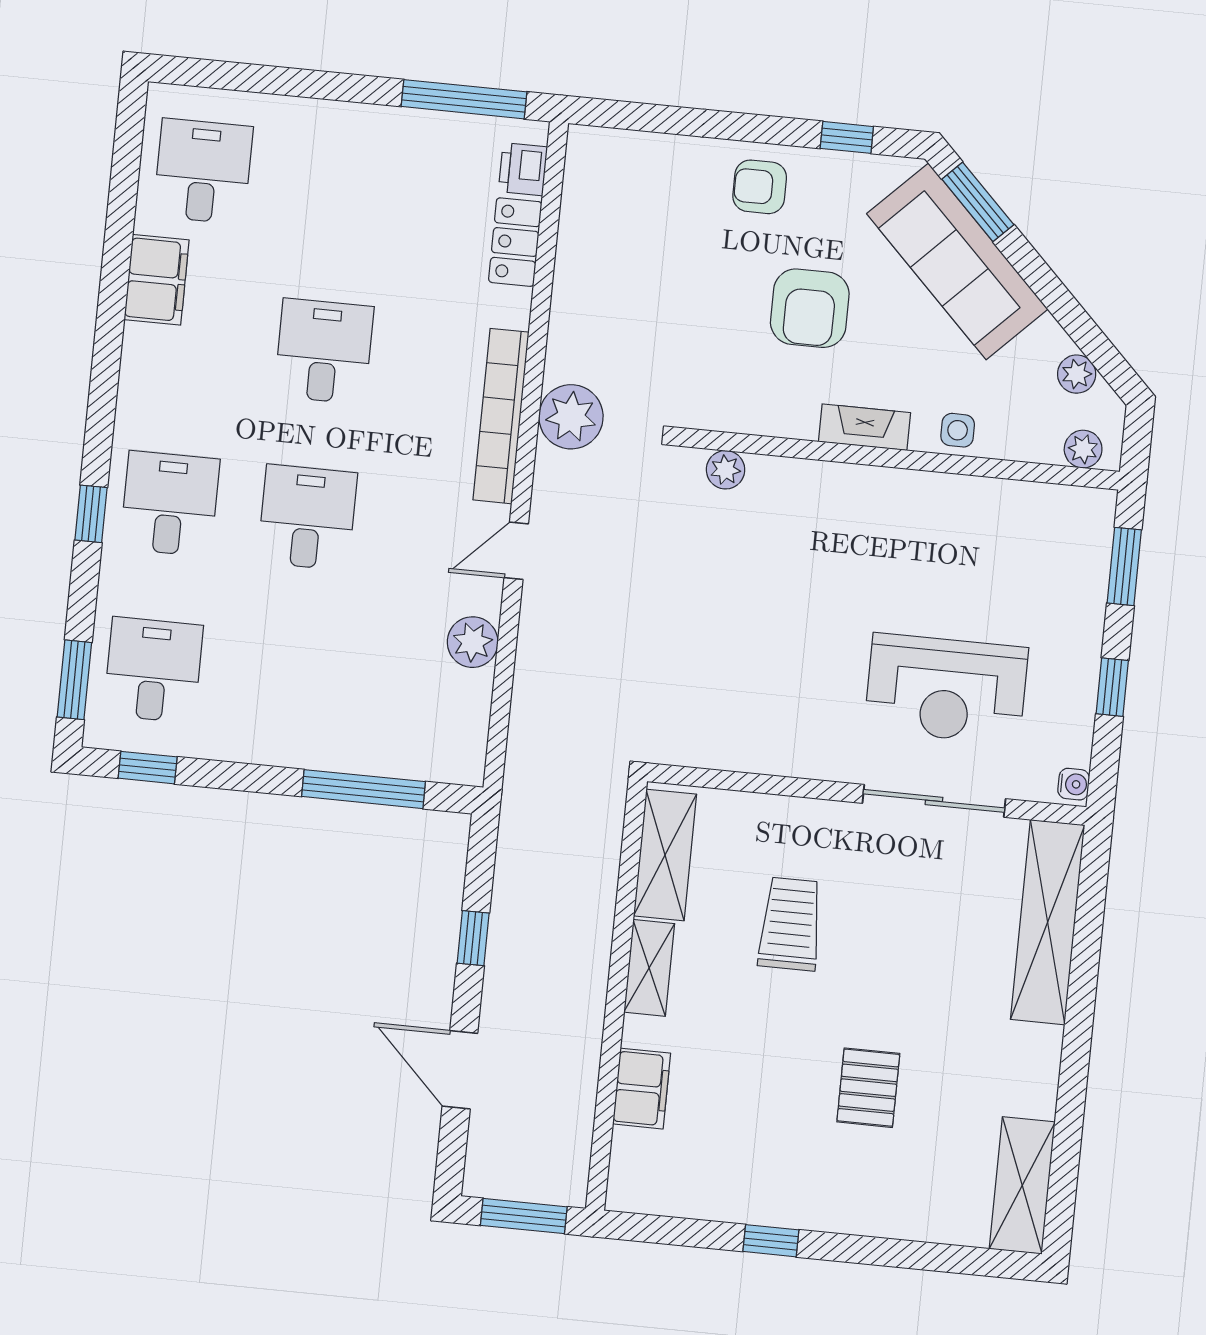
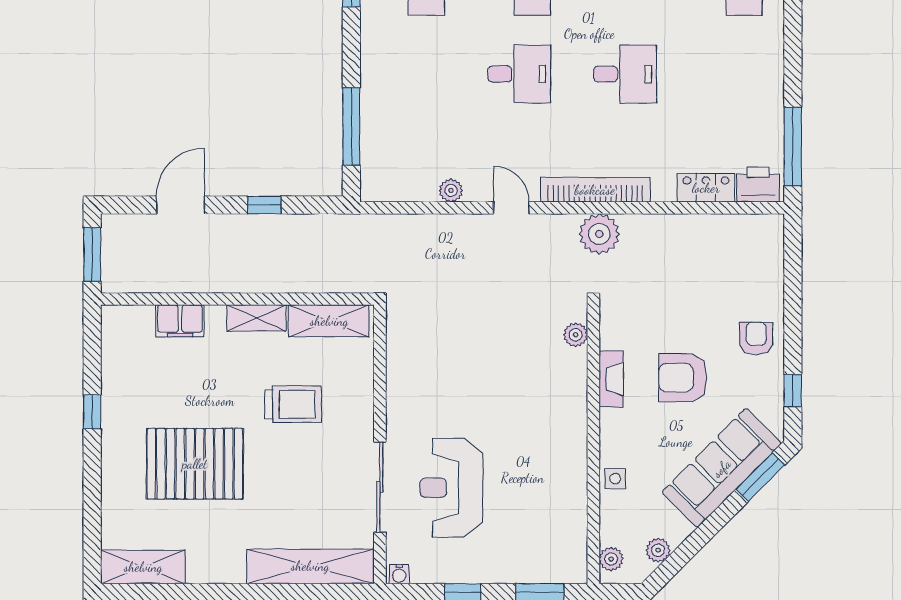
printer: (523, 169) -> (758, 185), width x1.36, depth x1.24
fireplace: (864, 427) -> (611, 379), moved
plant: (473, 642) -> (451, 190), width x0.73, depth x0.73
pallet: (868, 1088) -> (195, 464), width x2.05, depth x2.00

